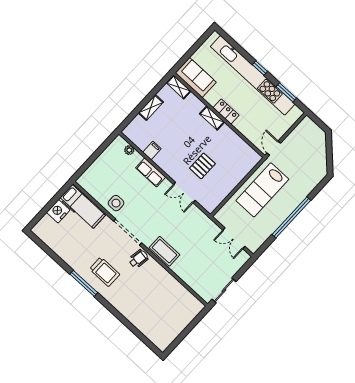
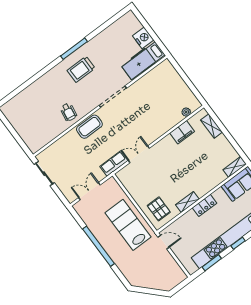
shelving: (151, 107) -> (212, 126), moved
shelving: (212, 118) -> (187, 202), moved
filing cabinet: (152, 150) -> (182, 132), width x2.00
pallet: (202, 166) -> (159, 209), moved
row of seats: (151, 172) -> (114, 164), moved
side table: (116, 203) -> (141, 91), removed
wheelchair: (138, 259) -> (68, 112), moved

